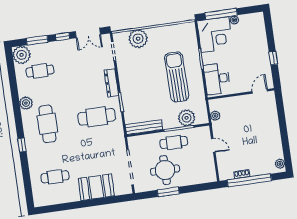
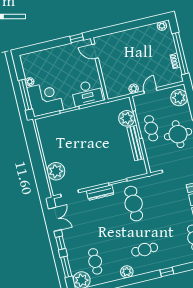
window: (273, 58) -> (77, 38), moved
sun lounger: (177, 77) -> (89, 131), removed
plant: (215, 116) -> (134, 89), moved
cafe table: (47, 124) -> (145, 250), width x0.73, depth x0.74
bench: (144, 127) -> (136, 143), moved
plant: (203, 175) -> (179, 98), added

